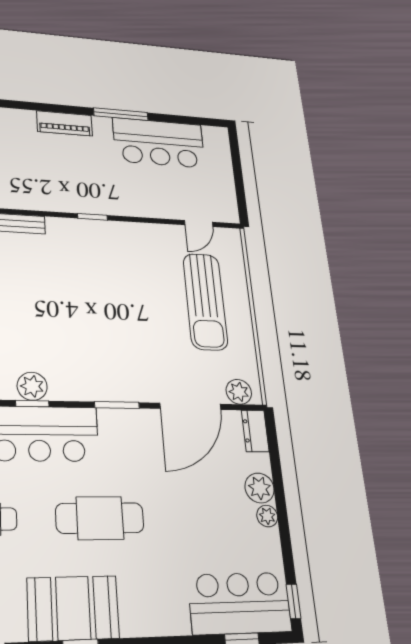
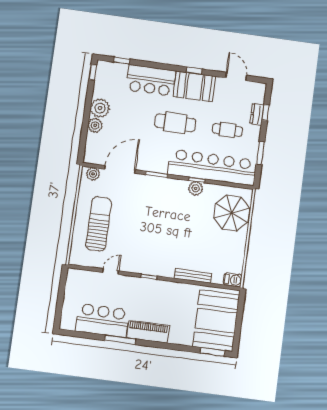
piano: (65, 123) -> (148, 332), width x1.37, depth x1.33
door: (199, 224) -> (111, 272), moved
dresser: (255, 431) -> (90, 153), removed
plant: (267, 516) -> (100, 108), width x1.88, depth x1.88
bar counter: (240, 603) -> (151, 80), moved

